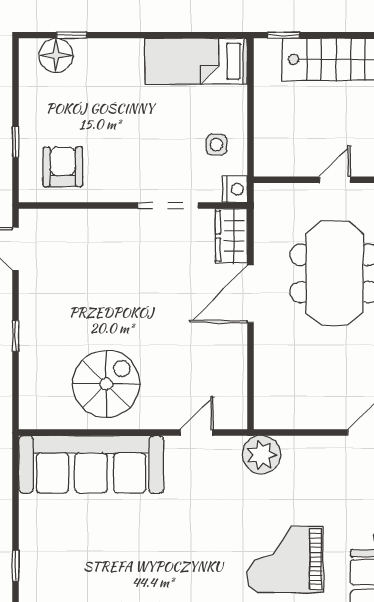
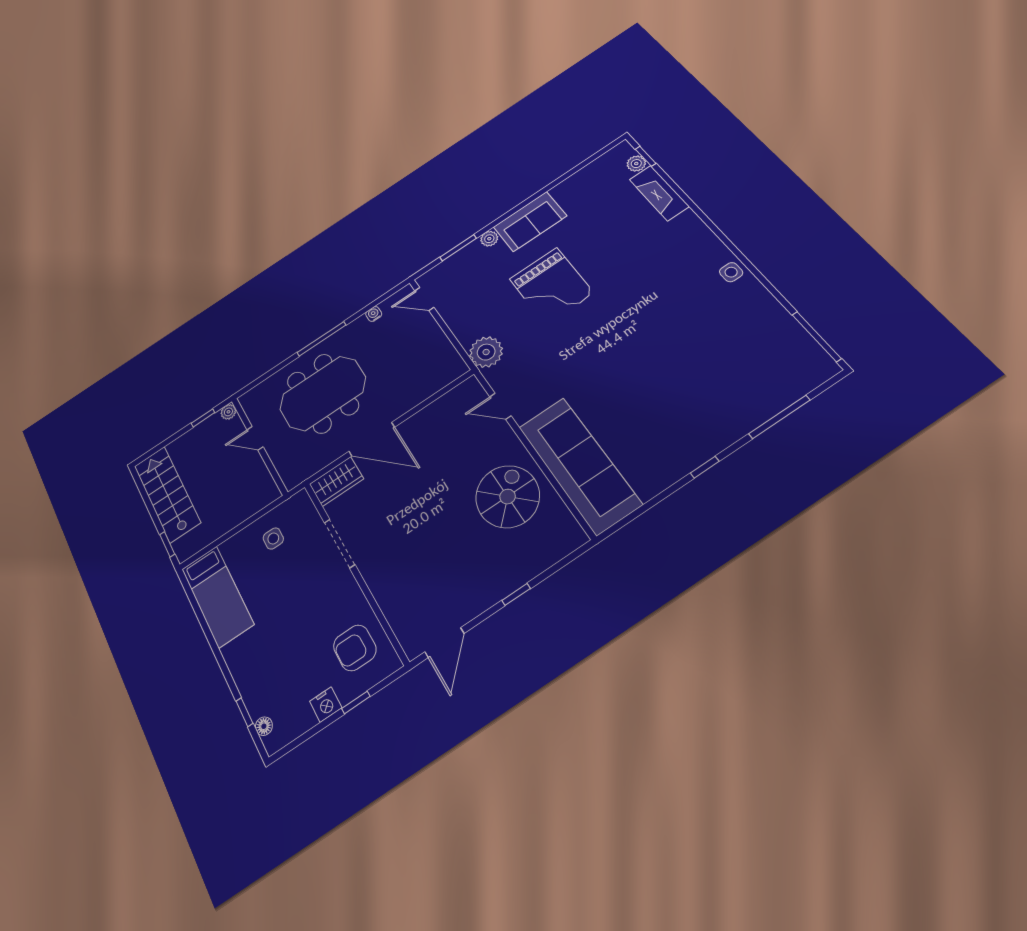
floor lamp: (56, 55) -> (264, 726), width x0.53, depth x0.53
nightstand: (235, 189) -> (326, 705), moved, turned 180
spiral stairs: (106, 384) -> (508, 497), turned 90

